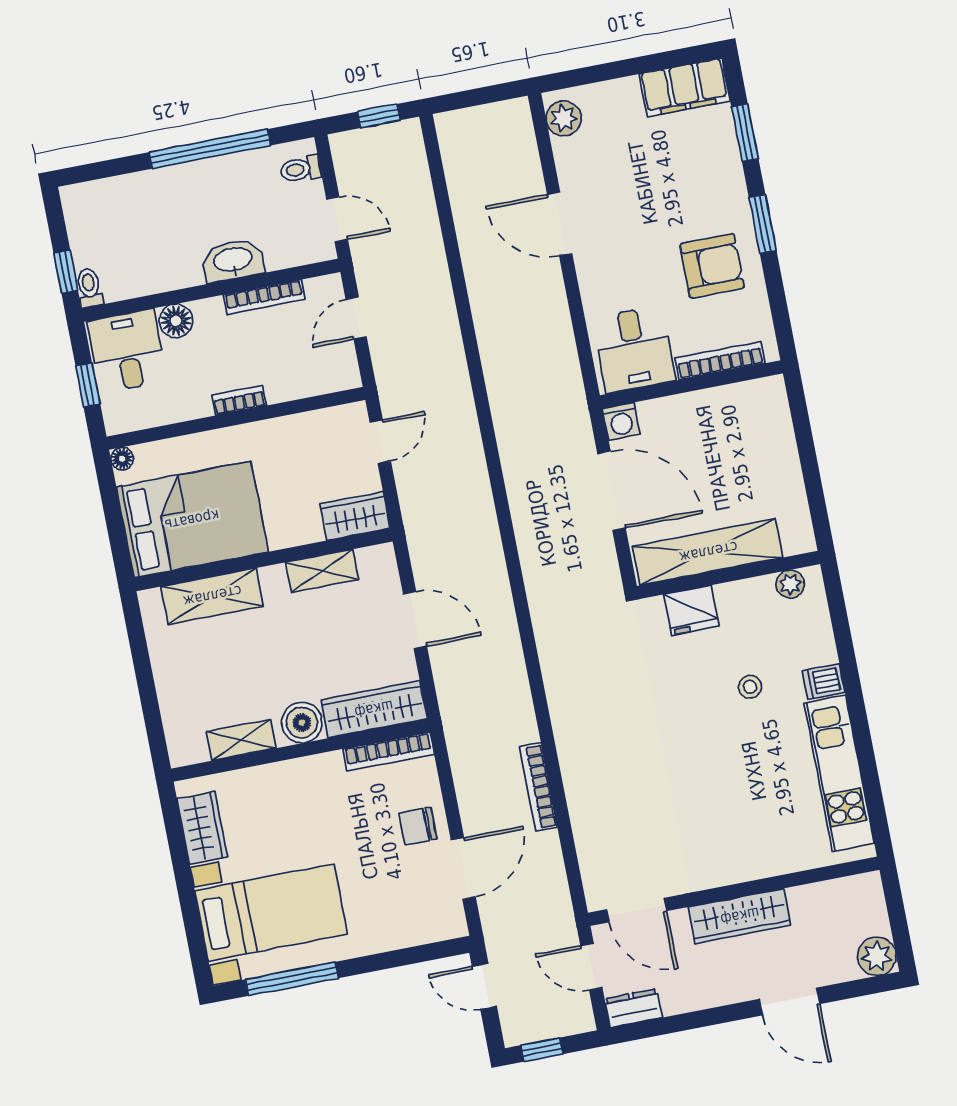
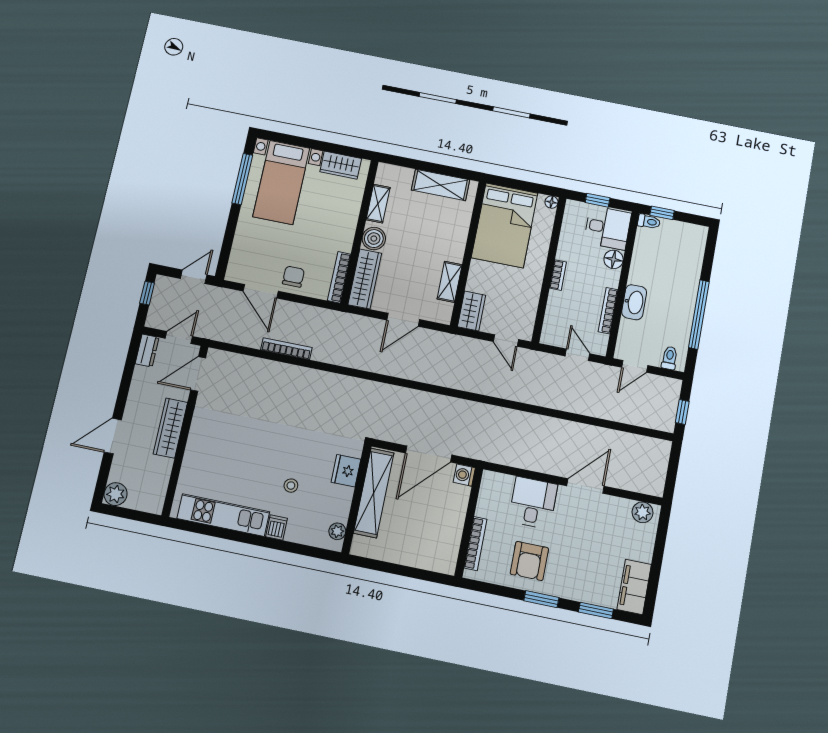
desk: (634, 349) -> (533, 503), moved, turned 90
shelving: (212, 596) -> (441, 185), moved, turned 90

